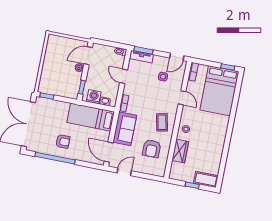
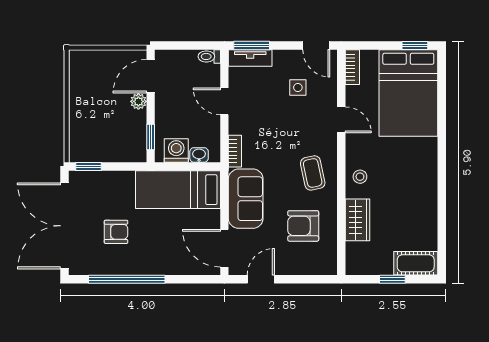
door: (177, 57) -> (316, 46), hinge flipped
armchair: (63, 141) -> (116, 232), moved
armchair: (152, 149) -> (303, 226), turned 90

